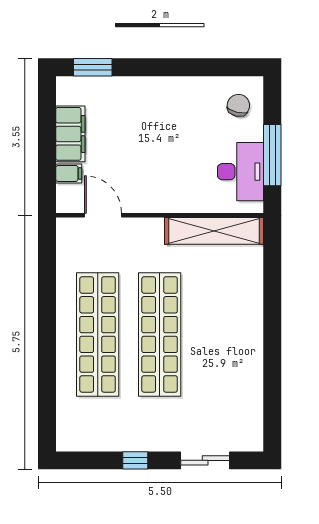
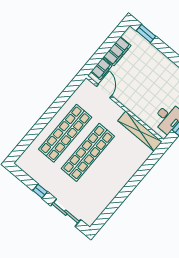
filing cabinet: (69, 173) -> (101, 69), width x2.00
sliding door: (205, 460) -> (66, 213), width x1.37

